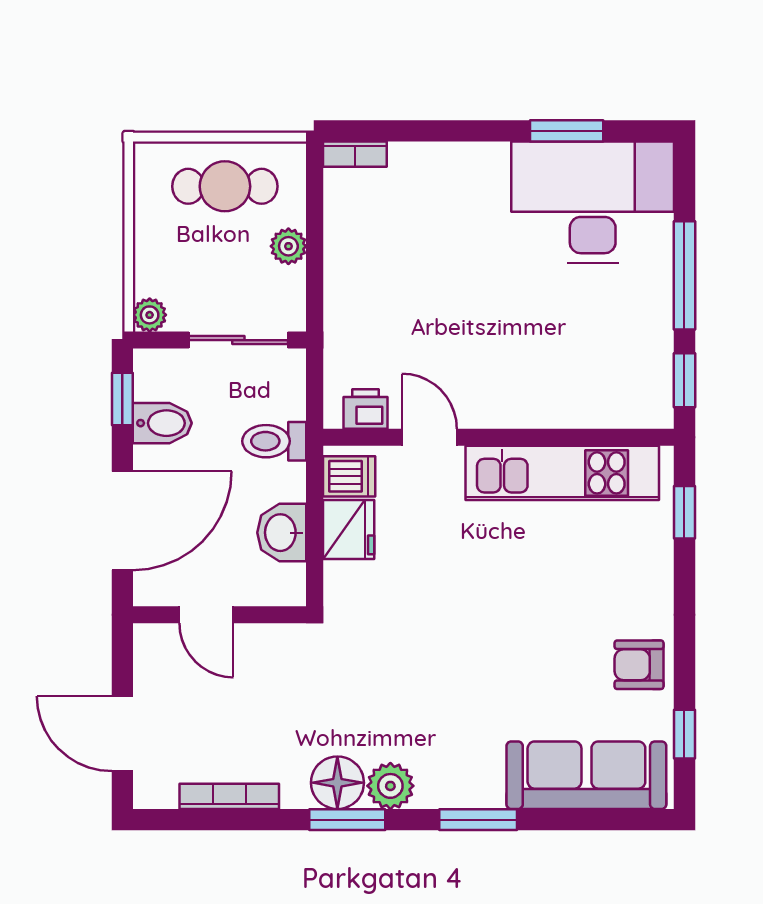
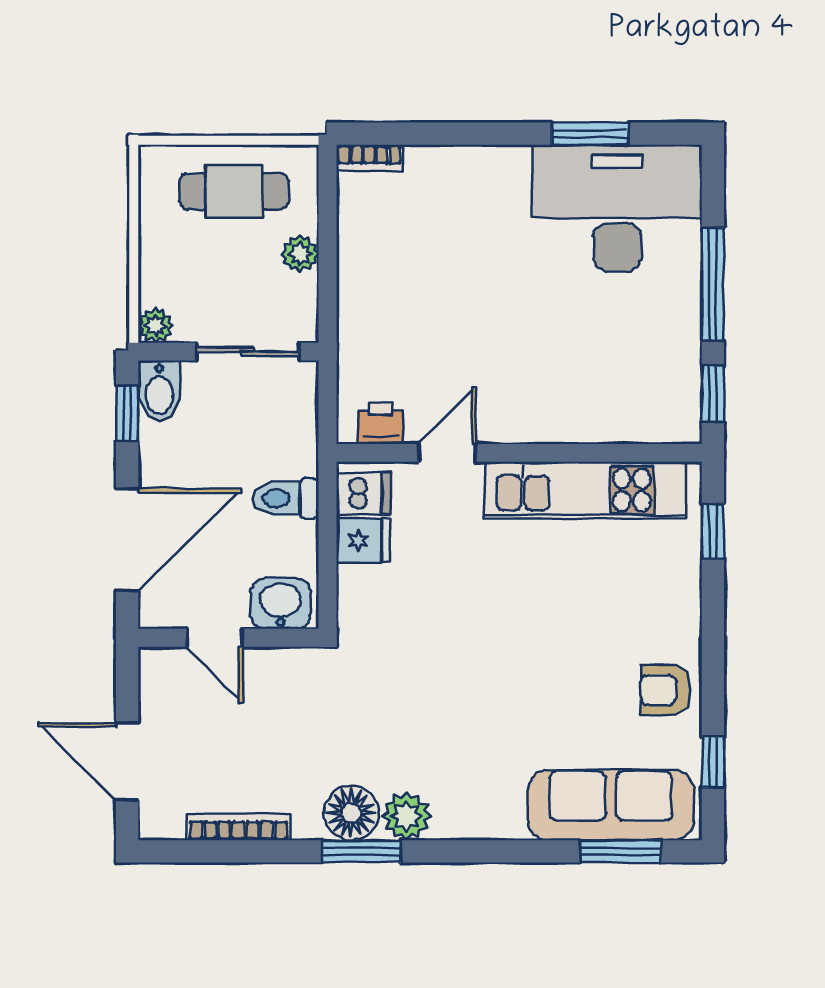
bidet: (162, 423) -> (159, 391), moved, turned 90
door: (429, 437) -> (447, 453), hinge flipped
toilet: (274, 441) -> (285, 498), moved
fridge: (349, 530) -> (363, 540), width x0.72
washbasin: (282, 533) -> (281, 604), moved, turned 90
window: (478, 820) -> (621, 851), moved

